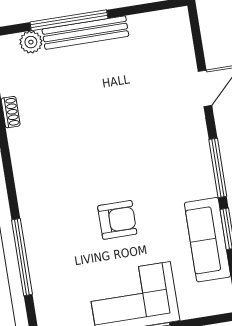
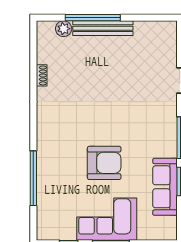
armchair: (117, 220) -> (104, 163), width x1.36, depth x1.36

